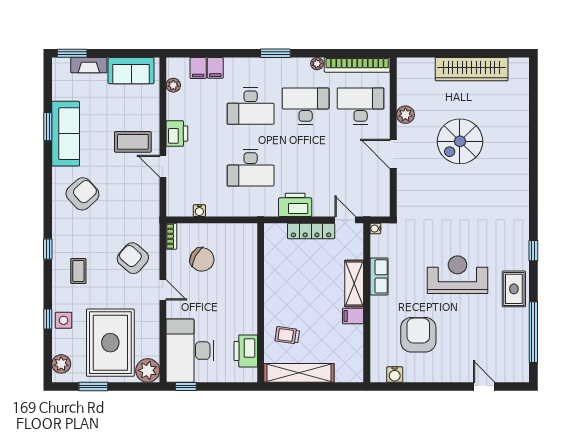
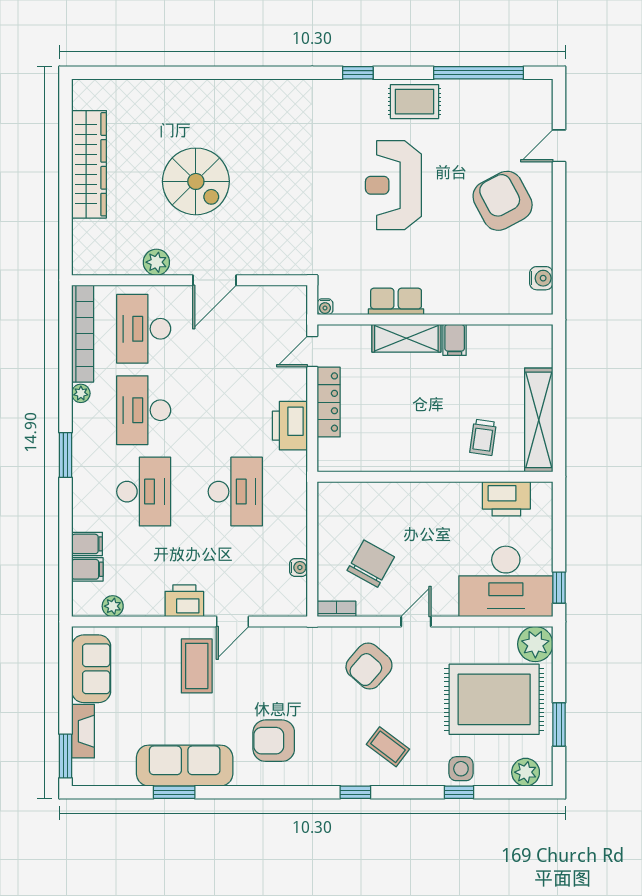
armchair: (82, 194) -> (274, 741), turned -48
coffee table: (78, 271) -> (388, 747), turned 37
armchair: (418, 335) -> (503, 201), moved, turned 62

